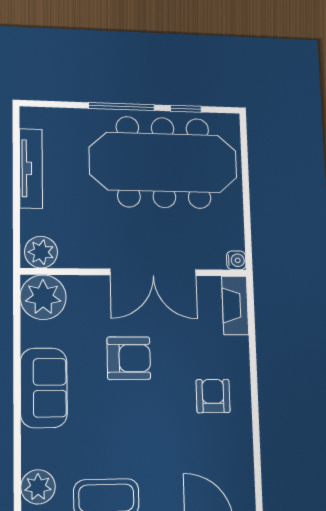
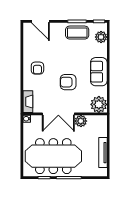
plant: (41, 252) -> (81, 121), moved
double door: (153, 272) -> (58, 114), swing flipped

